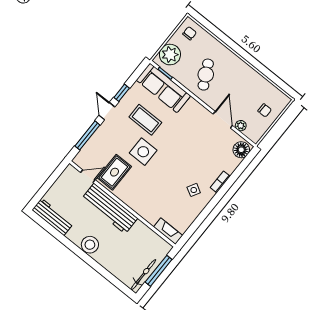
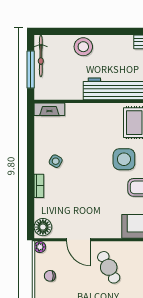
cafe table: (206, 75) -> (109, 267), moved
plant: (241, 126) -> (40, 247), moved
stool: (90, 245) -> (83, 47), moved

